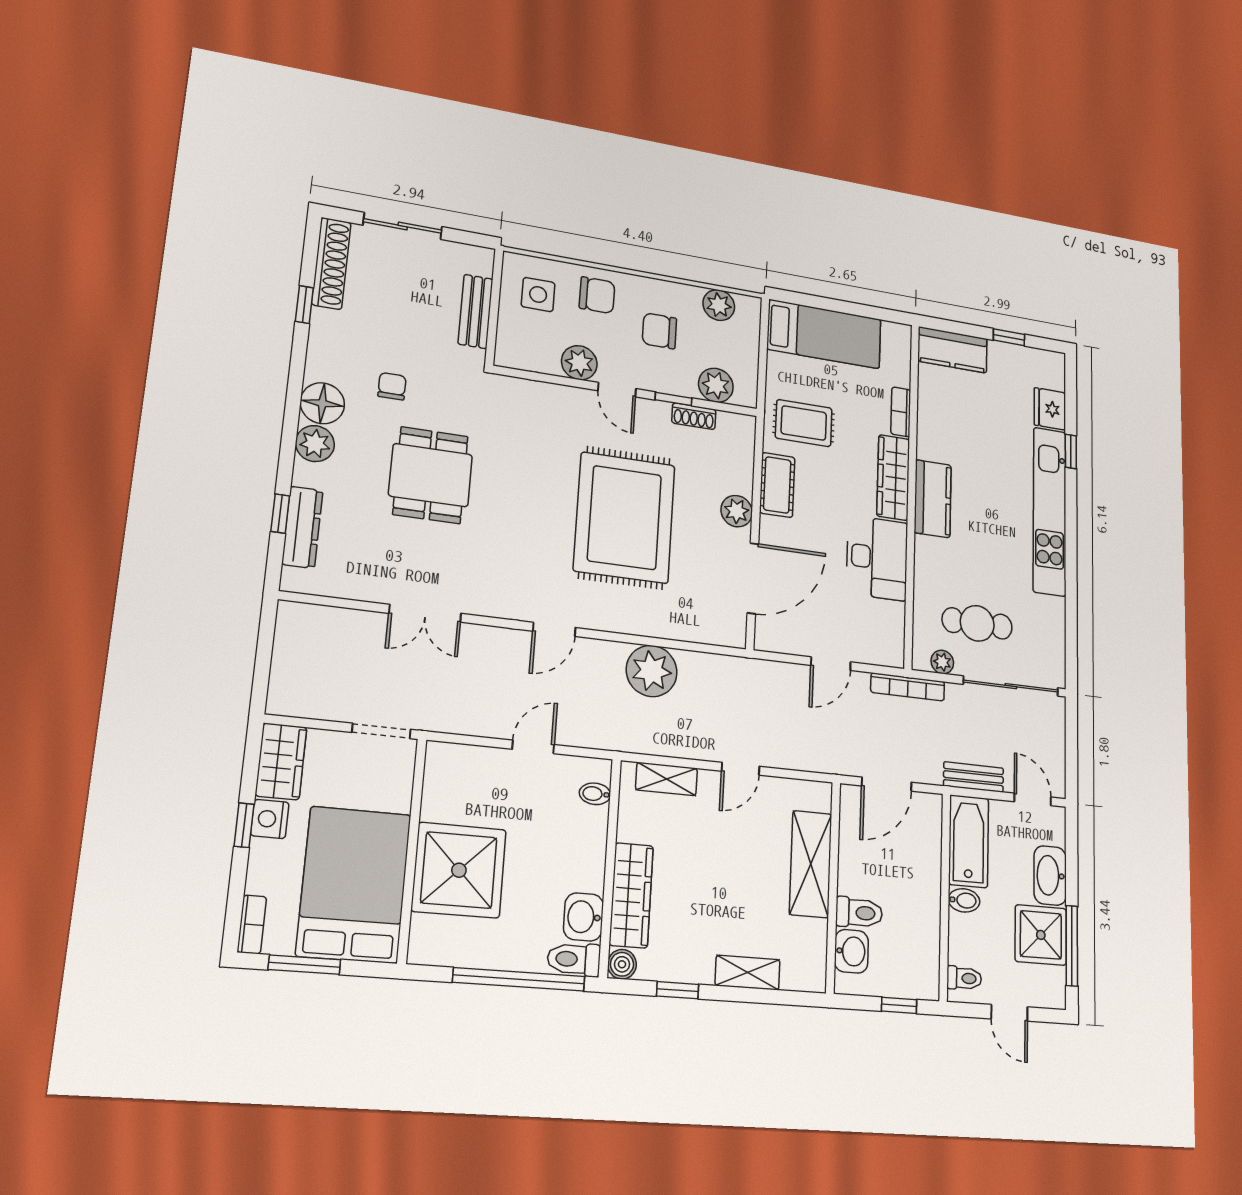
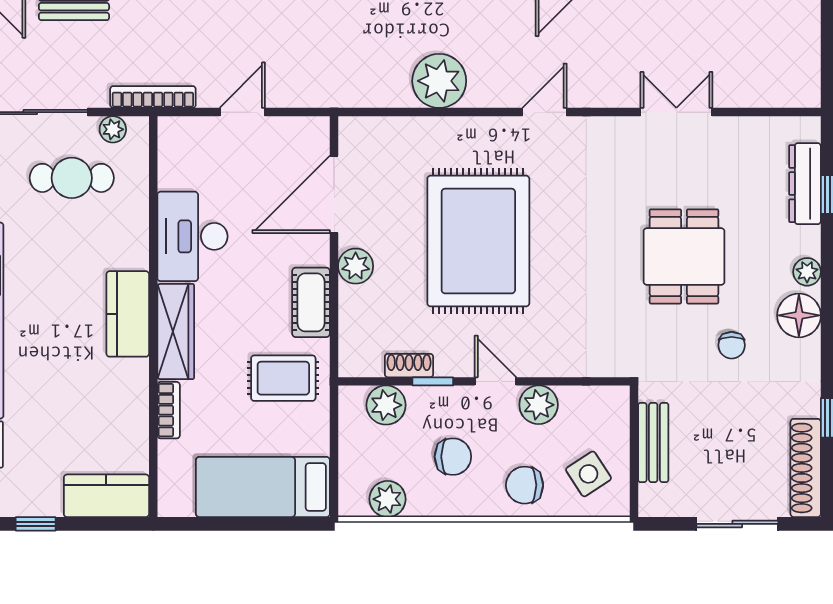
side table: (538, 295) -> (588, 474), turned -33
plant: (315, 444) -> (807, 272), width x0.73, depth x0.73

